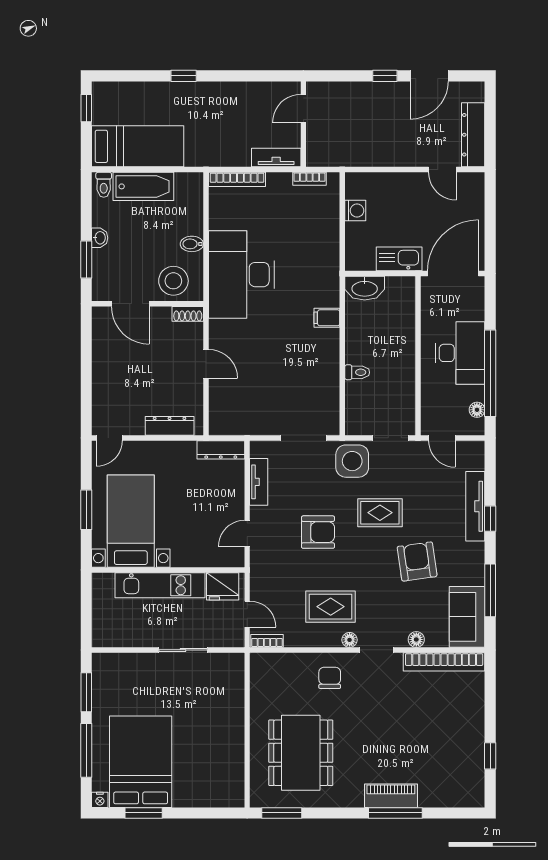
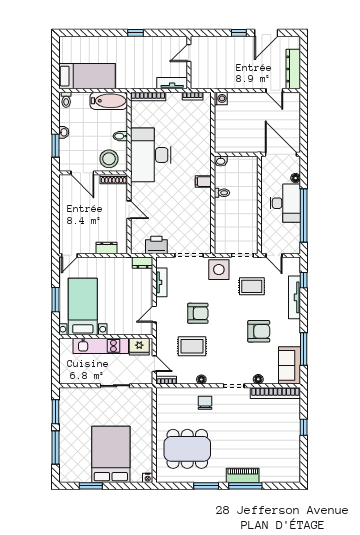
window: (184, 76) -> (136, 33), moved
window: (86, 108) -> (55, 53), removed
bathtub: (143, 186) -> (109, 101), moved
washing machine: (355, 211) -> (221, 98), moved
kitchen sink: (399, 259) -> (248, 145), removed
door: (453, 273) -> (281, 154), hinge flipped
washbasin: (365, 288) -> (221, 161), width x0.52, depth x0.69
shoe rack: (188, 314) -> (114, 179), width x1.43
toilet: (357, 372) -> (222, 193), moved
floor lamp: (477, 410) -> (296, 178), moved
printer: (250, 421) -> (156, 245), added
dresser: (170, 426) -> (107, 248), width x0.70
dresser: (221, 450) -> (143, 263), width x0.70
rug: (380, 513) -> (252, 286), moved
window: (490, 519) -> (304, 280), moved
armchair: (417, 562) -> (259, 331), turned 98
rug: (331, 607) -> (192, 346), moved
floor lamp: (350, 640) -> (201, 379), moved
dining table: (301, 753) -> (187, 449), turned 90
window: (490, 756) -> (304, 427), moved
bed: (141, 762) -> (111, 454), moved
nightstand: (100, 800) -> (148, 478), moved
window: (282, 813) -> (206, 486), moved

